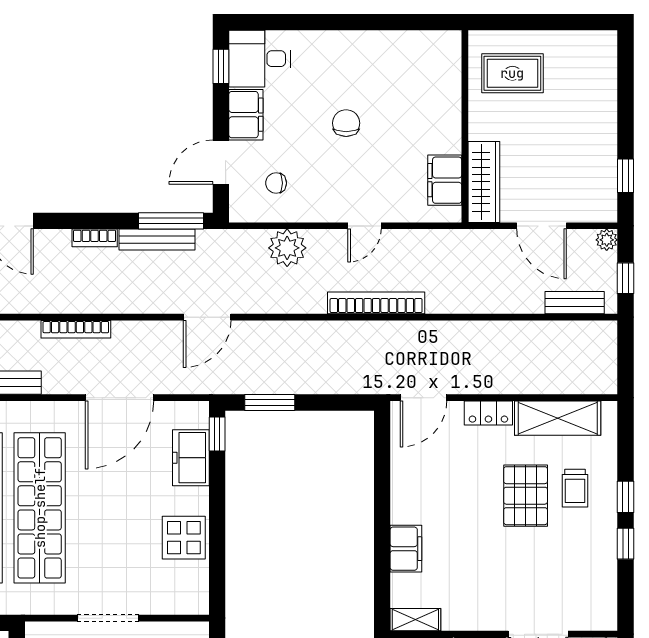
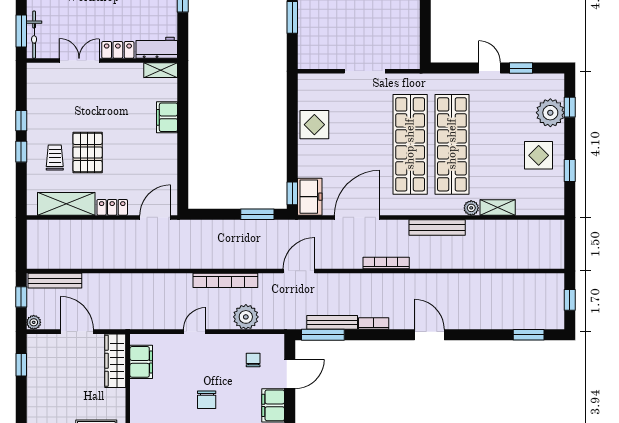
chair: (276, 183) -> (253, 360), turned -90
bookcase: (376, 303) -> (225, 280), moved
bench: (575, 303) -> (55, 281), width x1.36
freezer: (191, 458) -> (310, 197), moved

